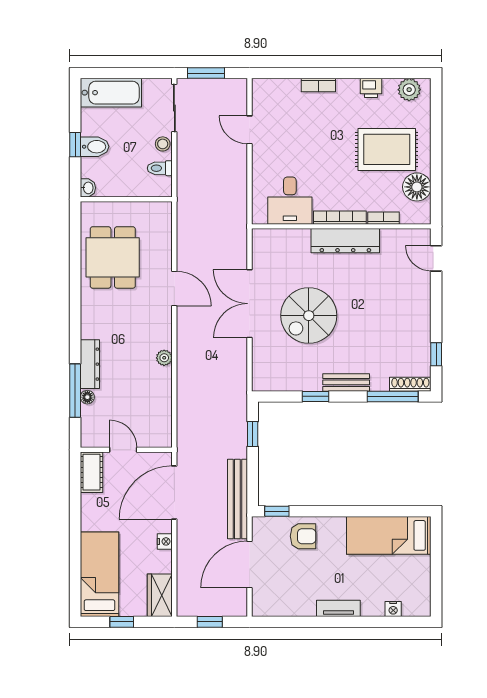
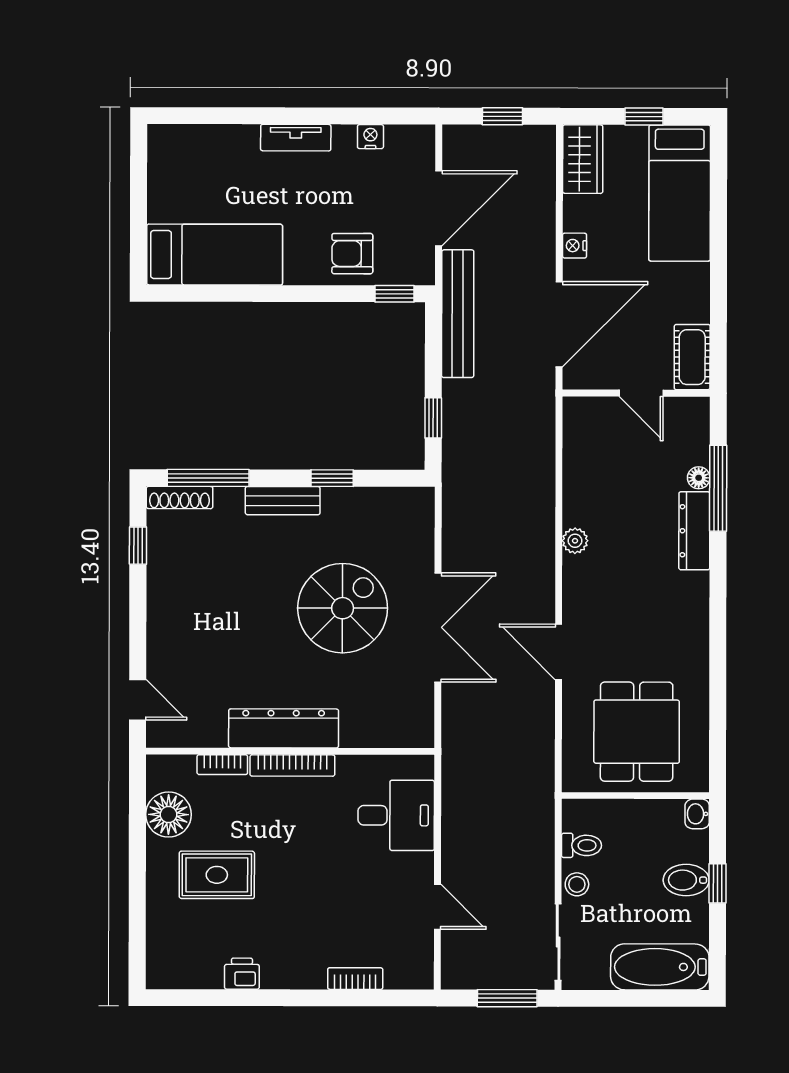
bookcase: (318, 85) -> (355, 979), moved
plant: (409, 90) -> (181, 971), removed
rug: (387, 149) -> (217, 875), width x0.73, depth x0.70
desk: (290, 201) -> (396, 815), moved, turned 90
dining table: (113, 257) -> (637, 732), moved
nightstand: (393, 609) -> (370, 137), moved

